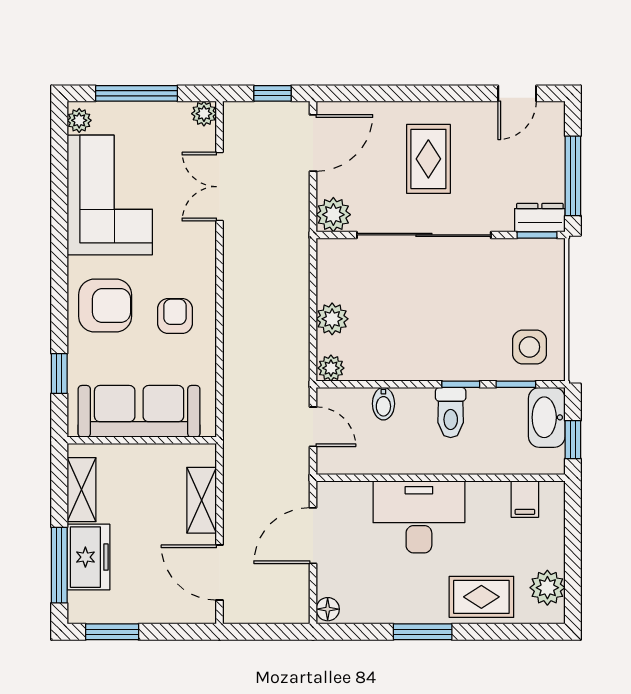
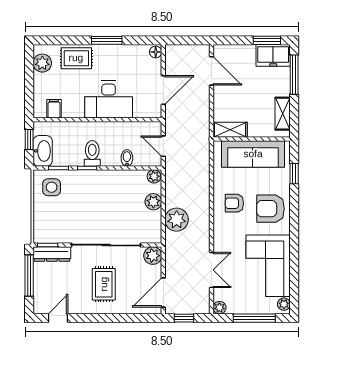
dresser: (540, 218) -> (52, 254), width x1.44
plant: (287, 284) -> (177, 220), added
armchair: (175, 316) -> (234, 203), turned 90
shelving: (202, 500) -> (230, 130), moved, turned 90
freezer: (88, 557) -> (273, 55), moved, turned -90

